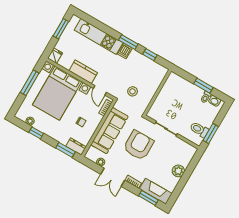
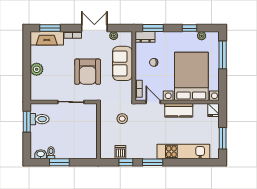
dishwasher: (125, 51) -> (120, 152), moved
window: (30, 83) -> (223, 55), moved
sofa: (109, 131) -> (122, 63), width x0.73

